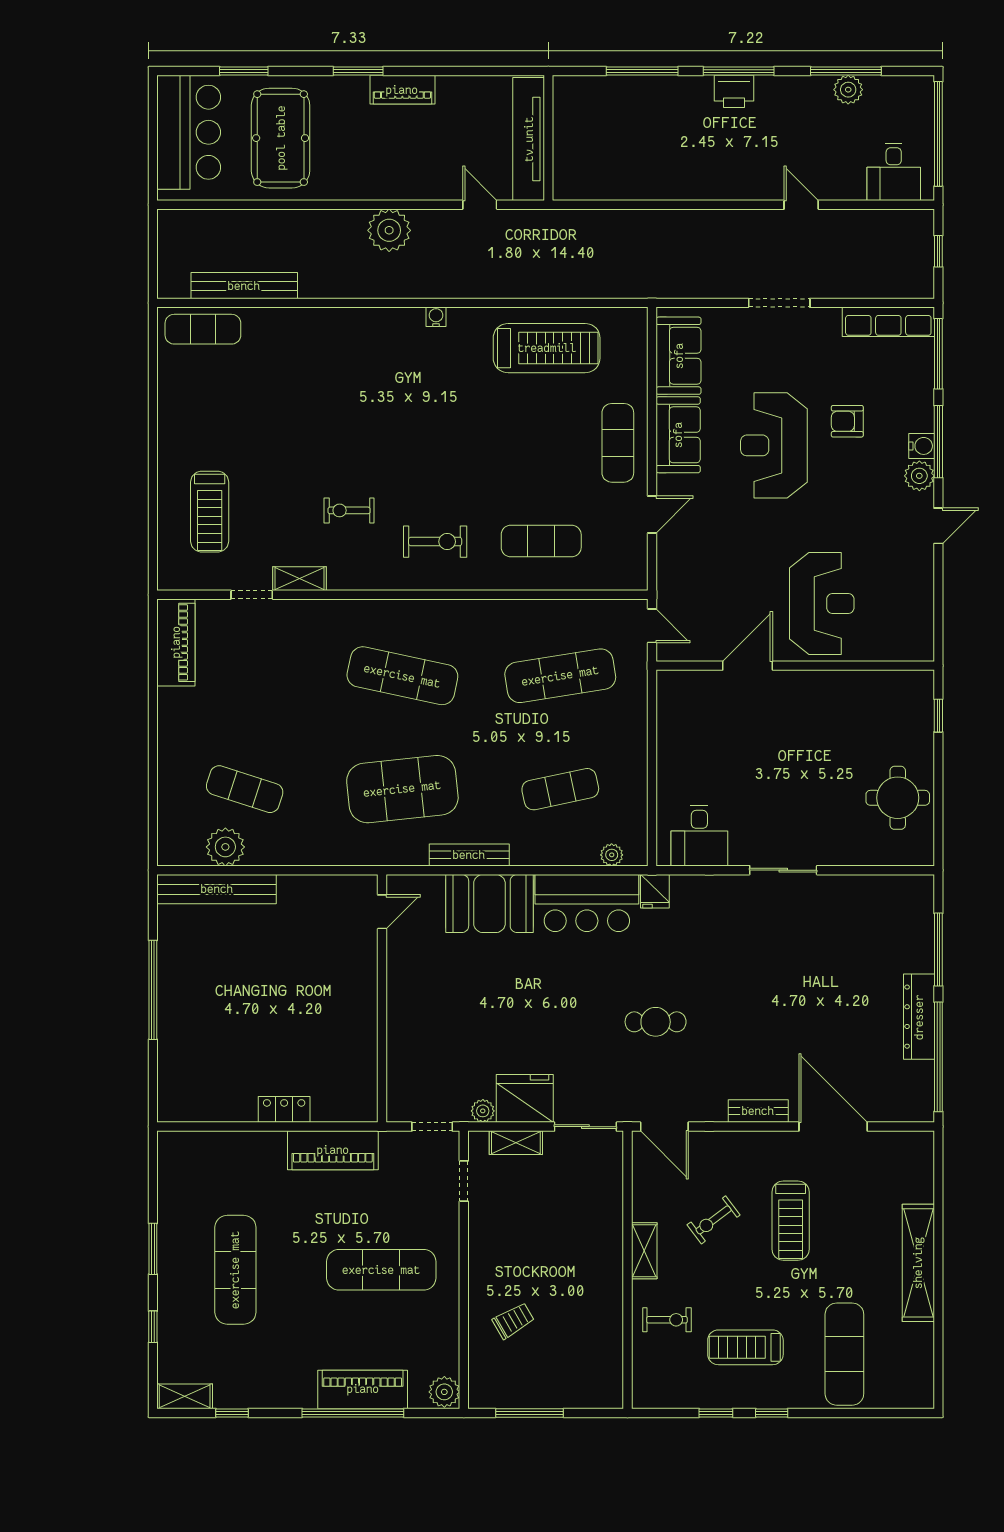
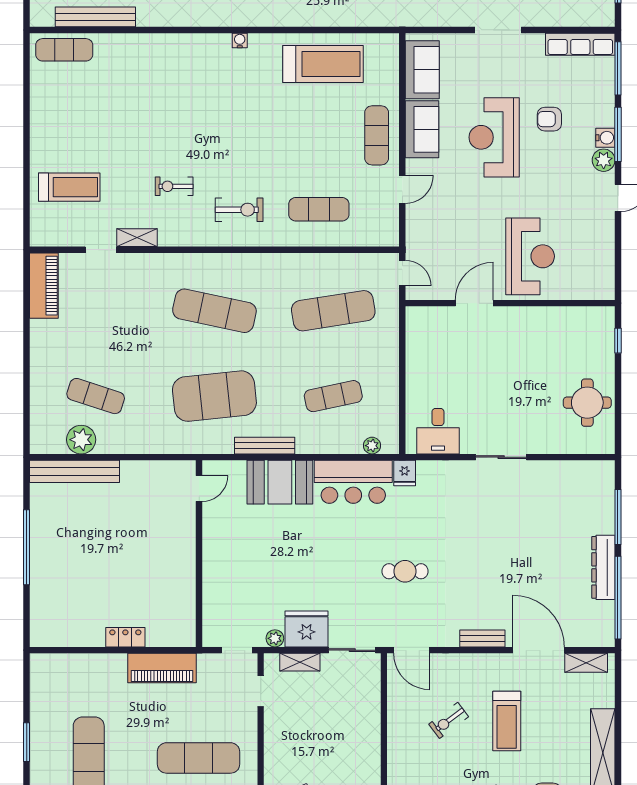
treadmill: (210, 512) -> (69, 187), turned -90
shelving: (644, 1251) -> (586, 663), moved, turned 90

